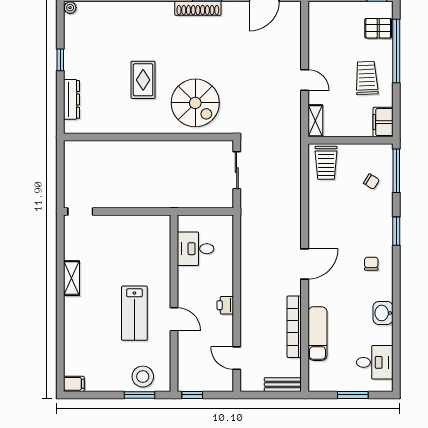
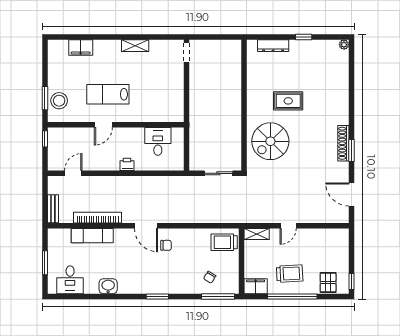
window: (396, 51) -> (292, 296), moved
window: (396, 231) -> (157, 296), moved
chair: (371, 264) -> (166, 245), moved
printer: (225, 305) -> (127, 164), moved
filing cabinet: (74, 384) -> (81, 47), moved, width x2.00

